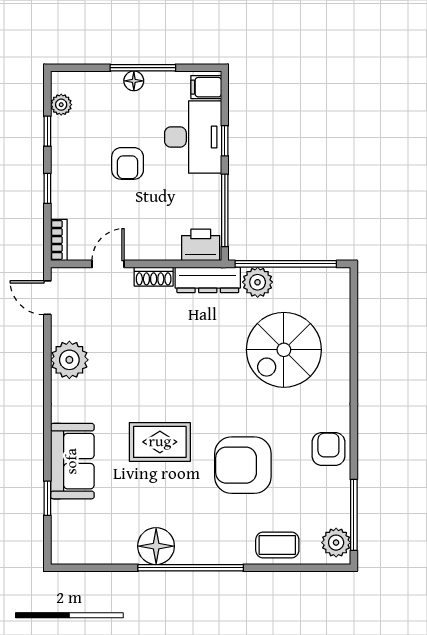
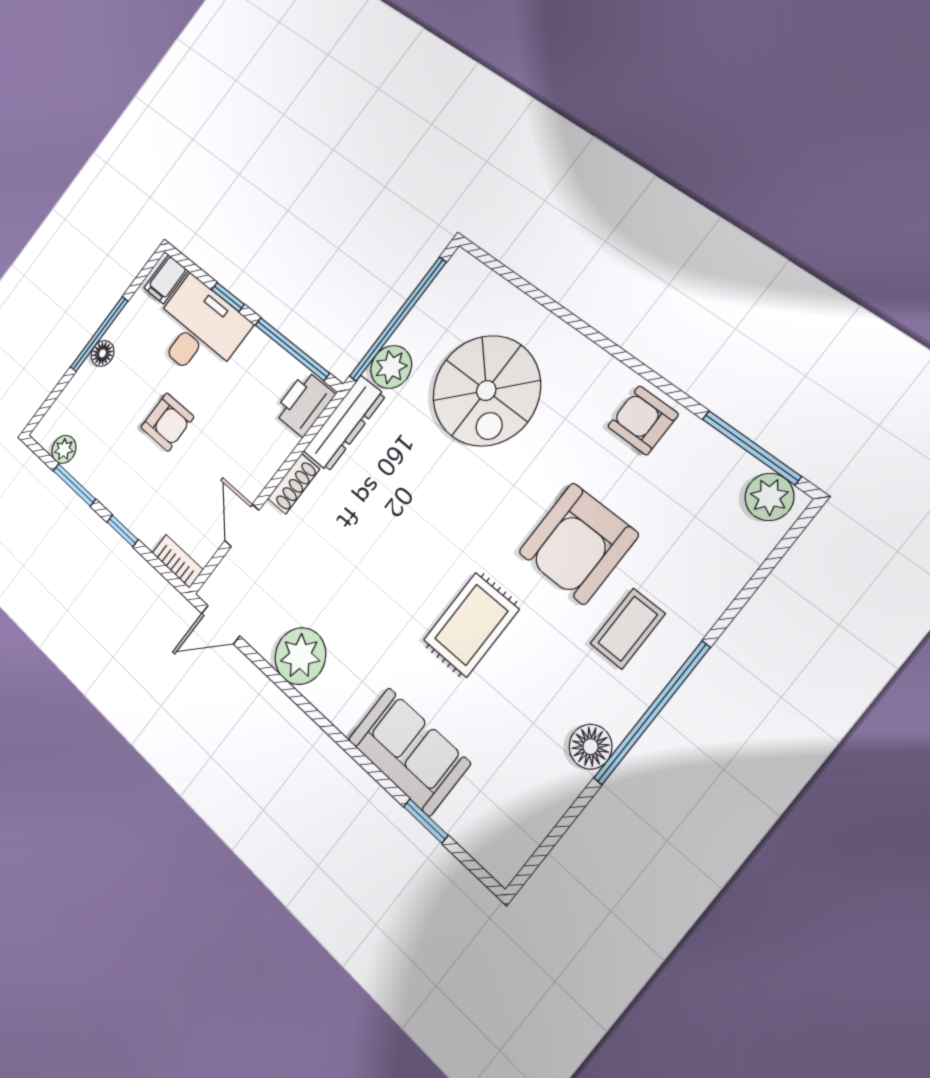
window: (47, 131) -> (74, 485), width x1.50
coffee table: (277, 545) -> (628, 629), moved
floor lamp: (156, 546) -> (590, 747), width x0.73, depth x0.73

